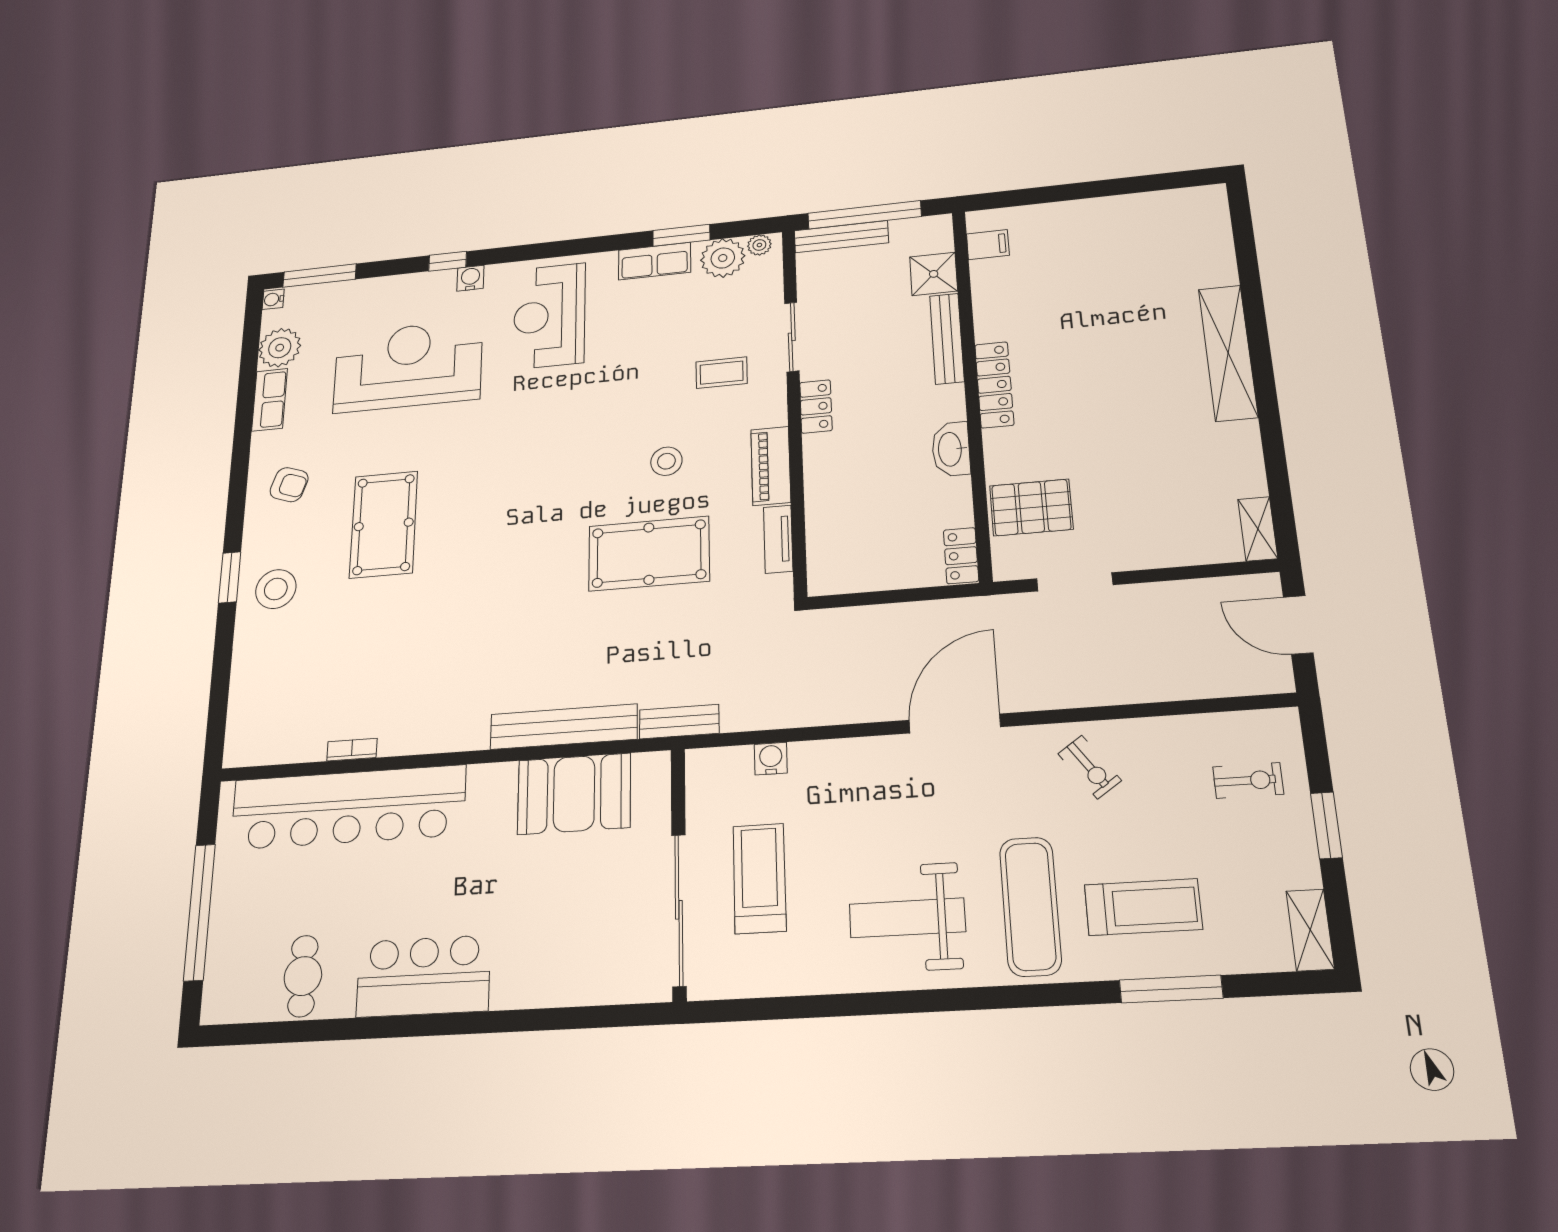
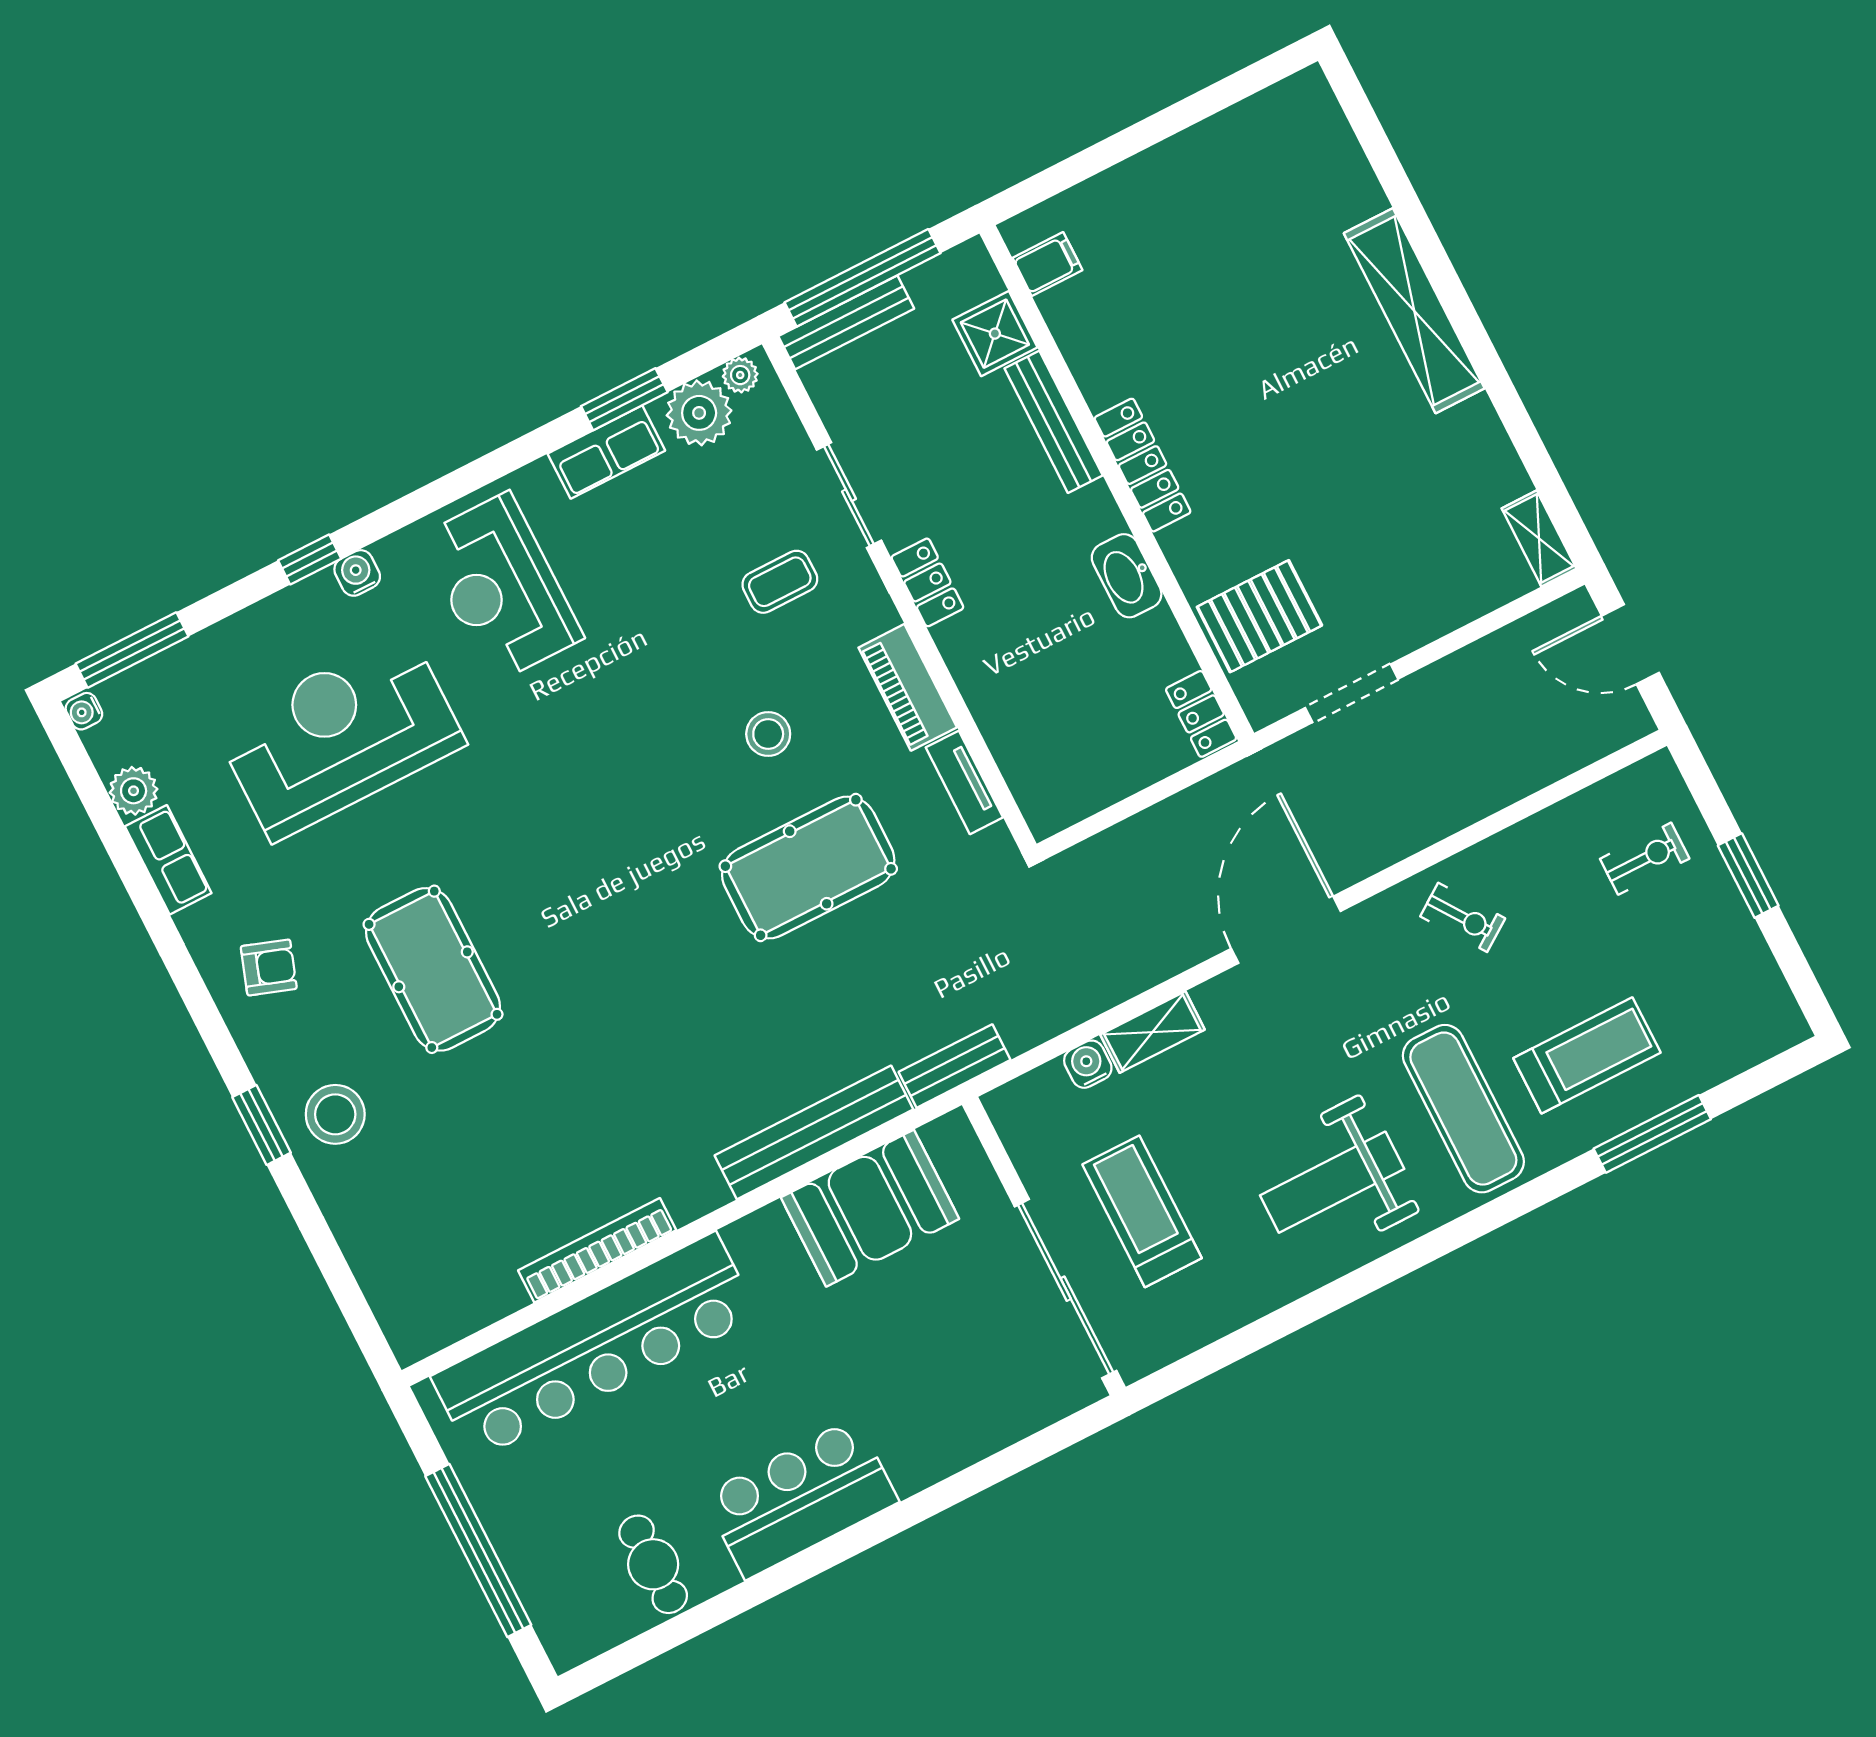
plant: (280, 348) -> (134, 791), width x0.73, depth x0.73
bookcase: (352, 750) -> (597, 1250), width x2.31, depth x1.31
shelving: (1310, 930) -> (1152, 1032), moved, turned 90

